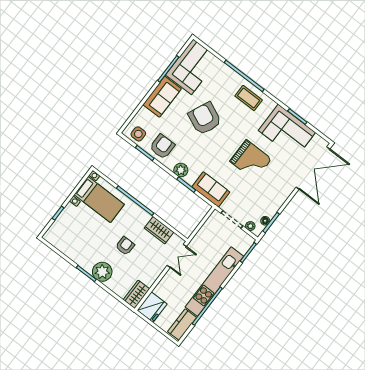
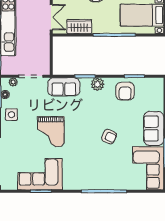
coffee table: (249, 98) -> (88, 177), removed
armchair: (205, 119) -> (109, 137), width x0.53, depth x0.53
side table: (138, 134) -> (11, 115), moved
grand piano: (251, 160) -> (51, 132), turned -90
double door: (177, 256) -> (51, 17), swing flipped

